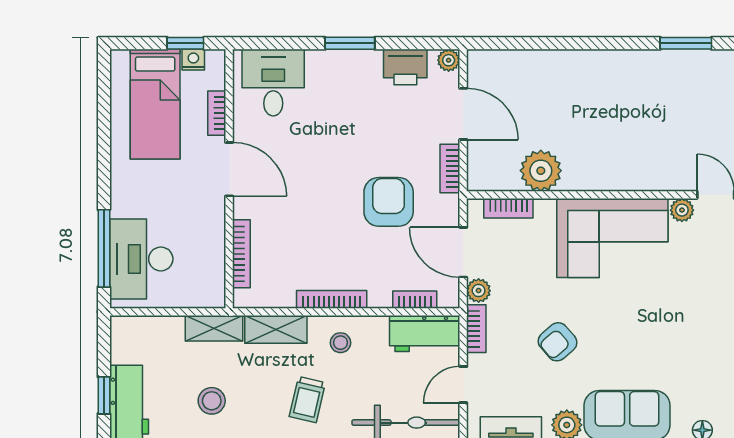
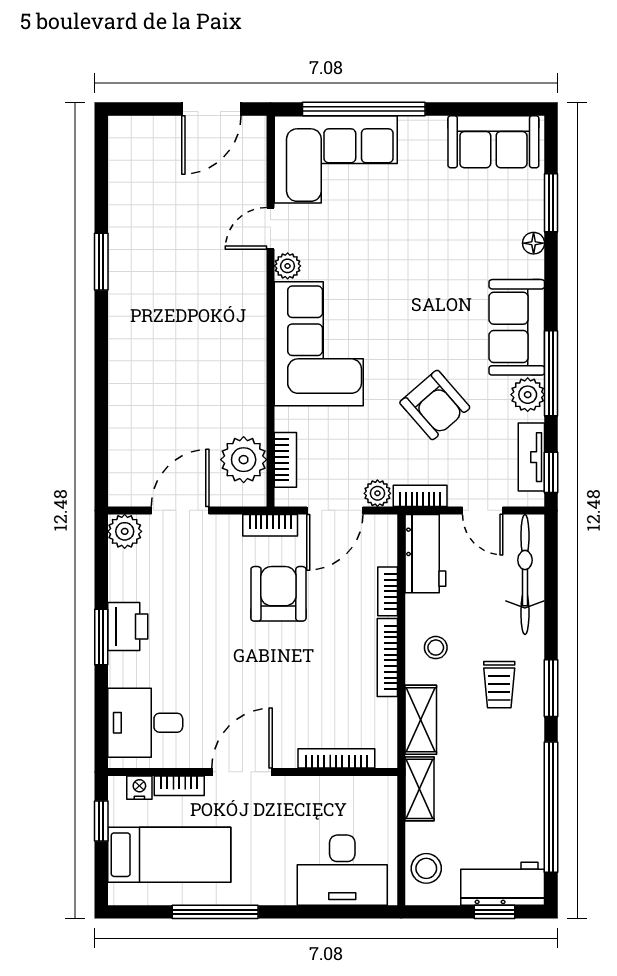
nightstand: (193, 60) -> (139, 788), moved, turned 90
plant: (449, 60) -> (125, 531), width x1.38, depth x1.38
printer: (405, 67) -> (128, 627), moved
bookcase: (450, 169) -> (270, 525), moved
plant: (541, 171) -> (244, 460), moved
armchair: (389, 202) -> (278, 594), turned 90
window: (104, 248) -> (215, 912), moved
bookcase: (415, 300) -> (388, 591), moved
armchair: (558, 342) -> (435, 405), width x1.38, depth x1.38
trolley: (307, 400) -> (499, 685), turned 77
stool: (212, 401) -> (426, 868), moved

